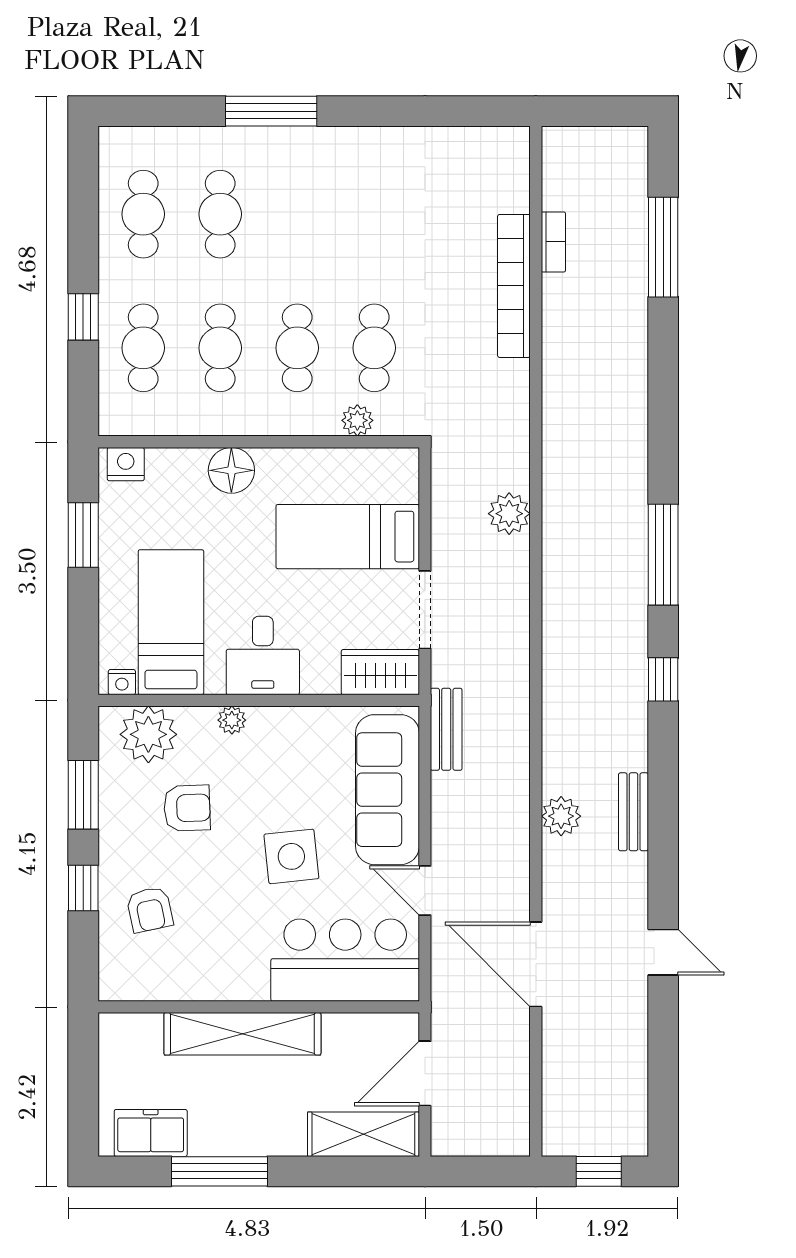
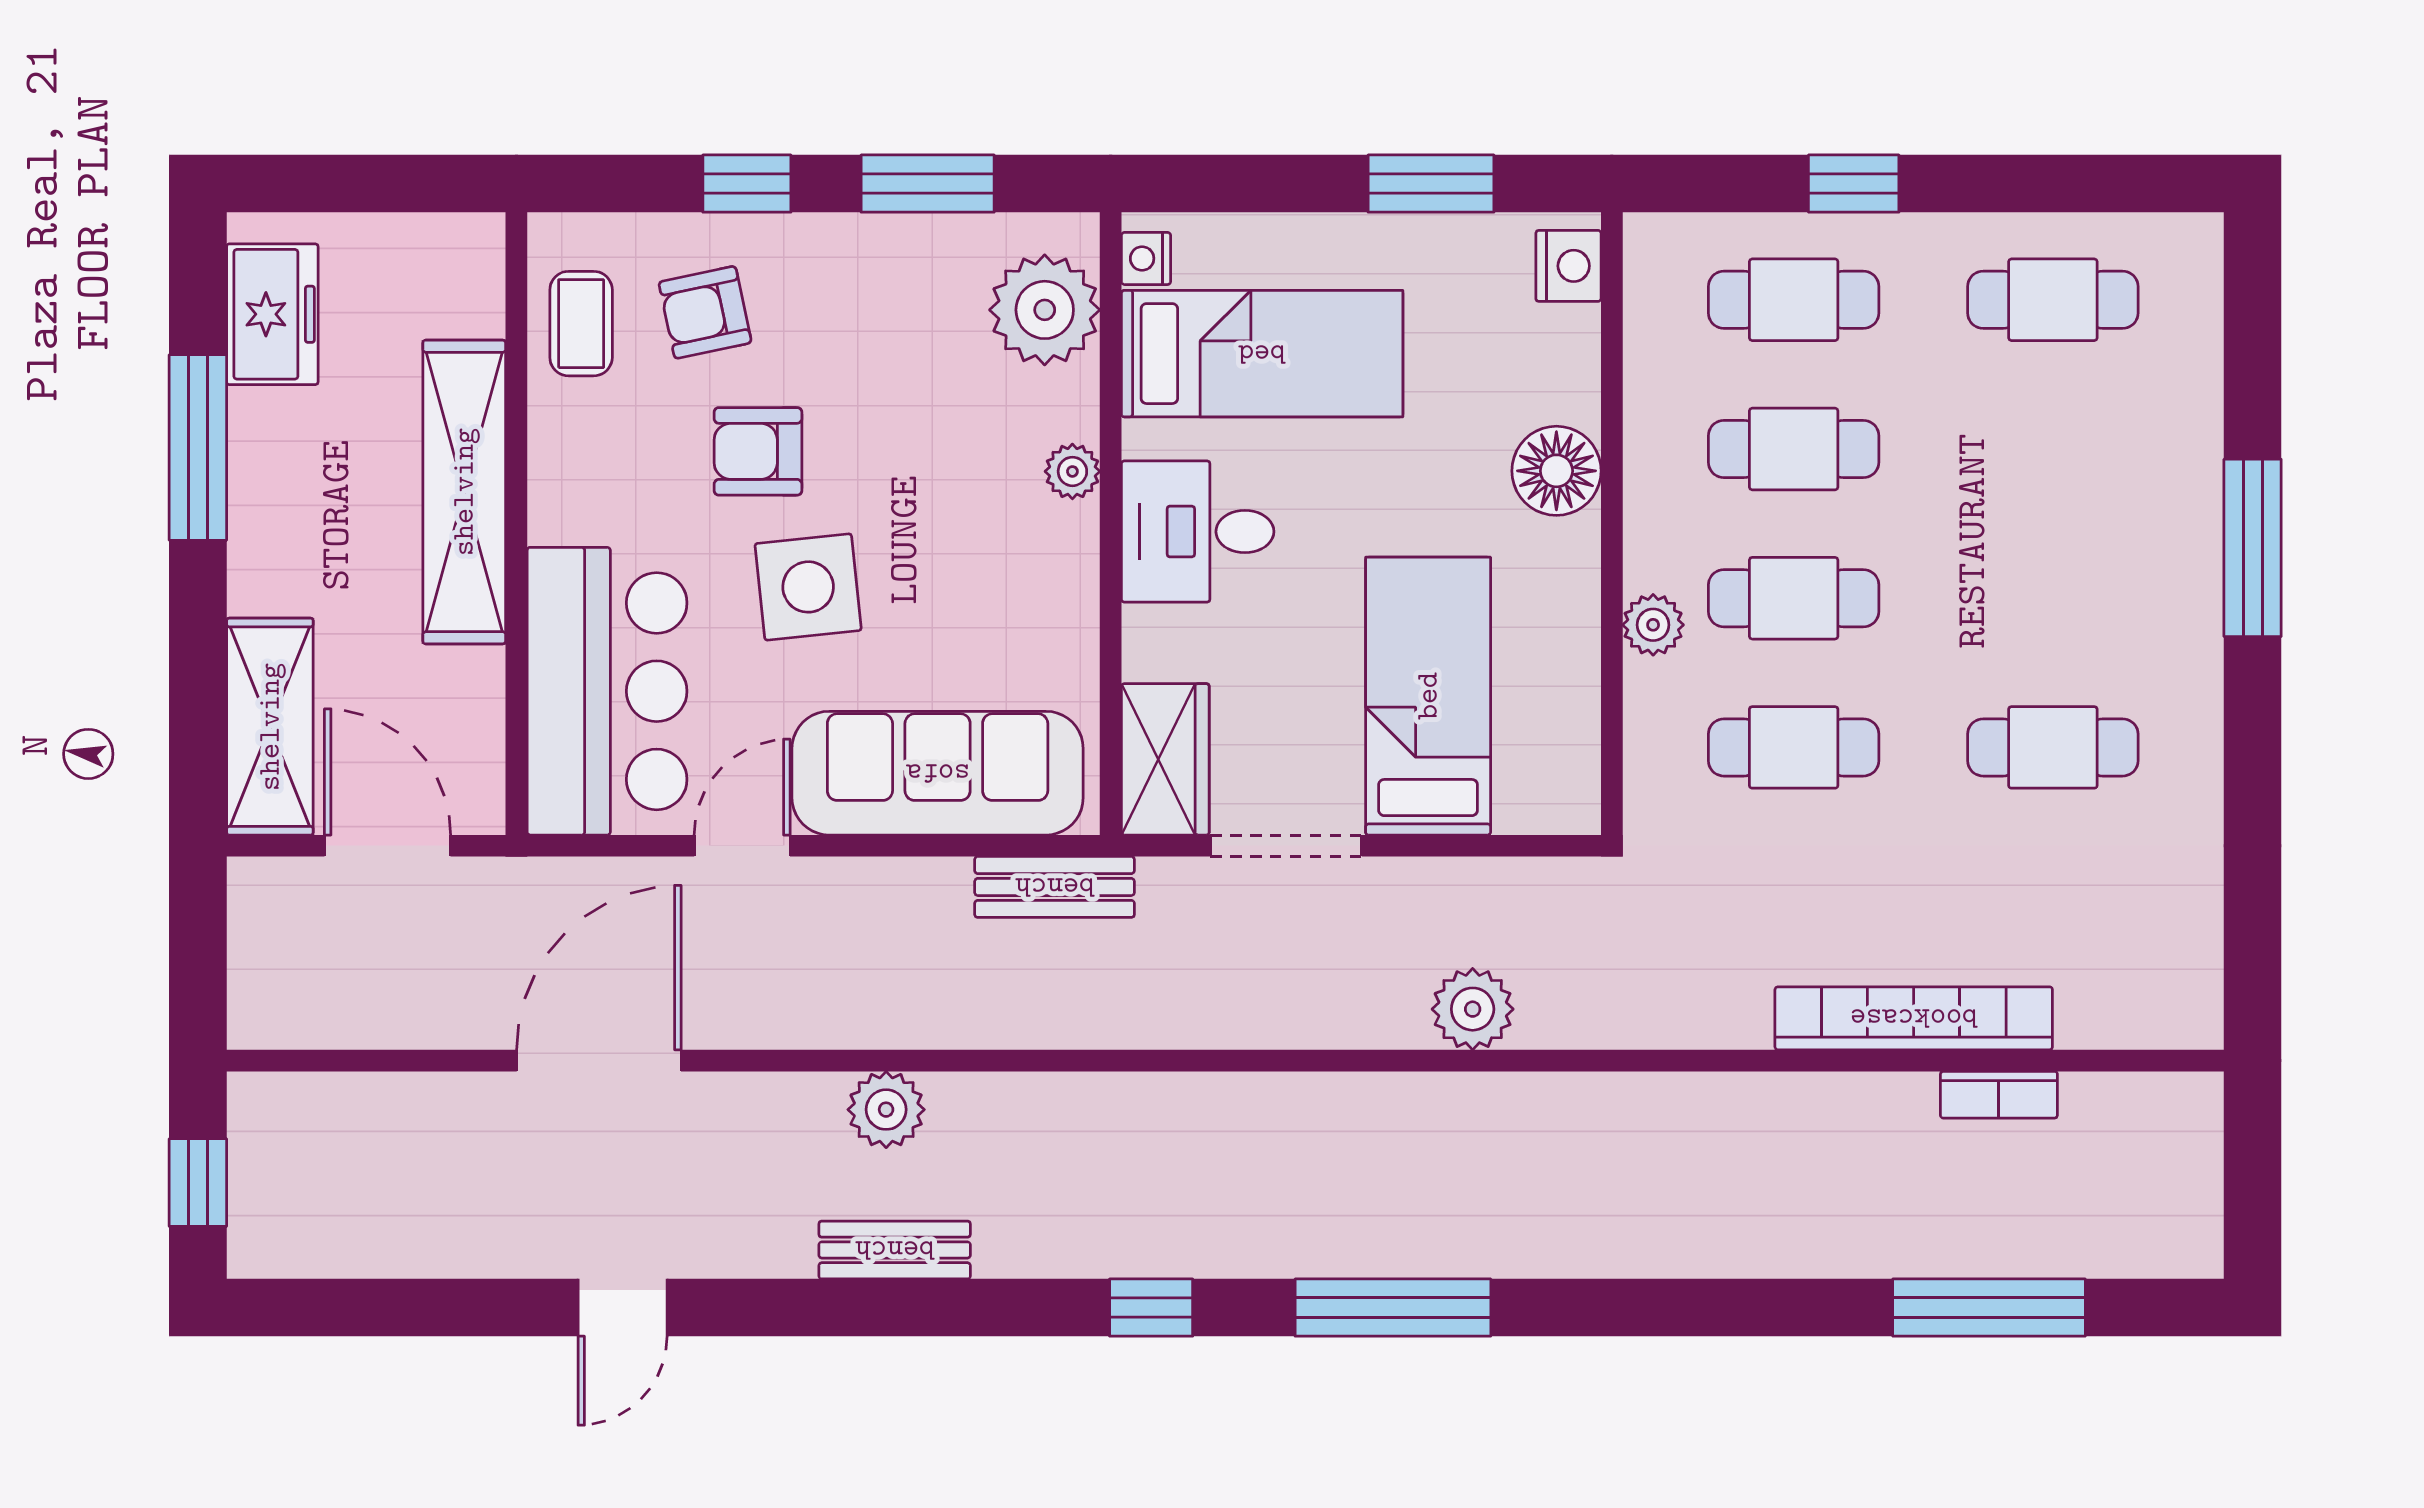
cafe table: (220, 214) -> (2053, 747), moved
plant: (357, 420) -> (1653, 625), moved
armchair: (187, 808) -> (758, 451), moved, turned 92
coffee table: (156, 974) -> (581, 324), added

